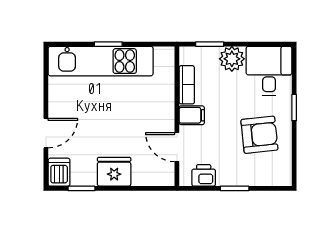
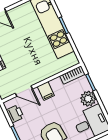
bookcase: (187, 85) -> (72, 75), moved
door: (177, 147) -> (24, 91), swing flipped

